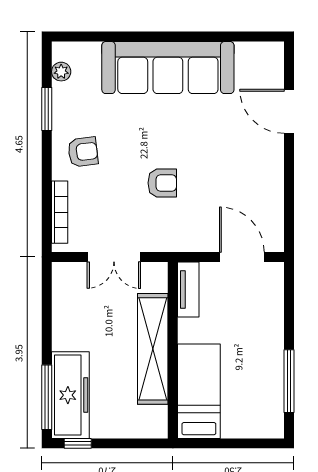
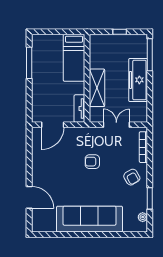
armchair: (83, 152) -> (132, 177), turned -113
door: (242, 257) -> (53, 125), hinge flipped
shelving: (153, 349) -> (97, 88), width x0.68
freezer: (70, 395) -> (138, 80), moved
window: (78, 443) -> (120, 32), moved

